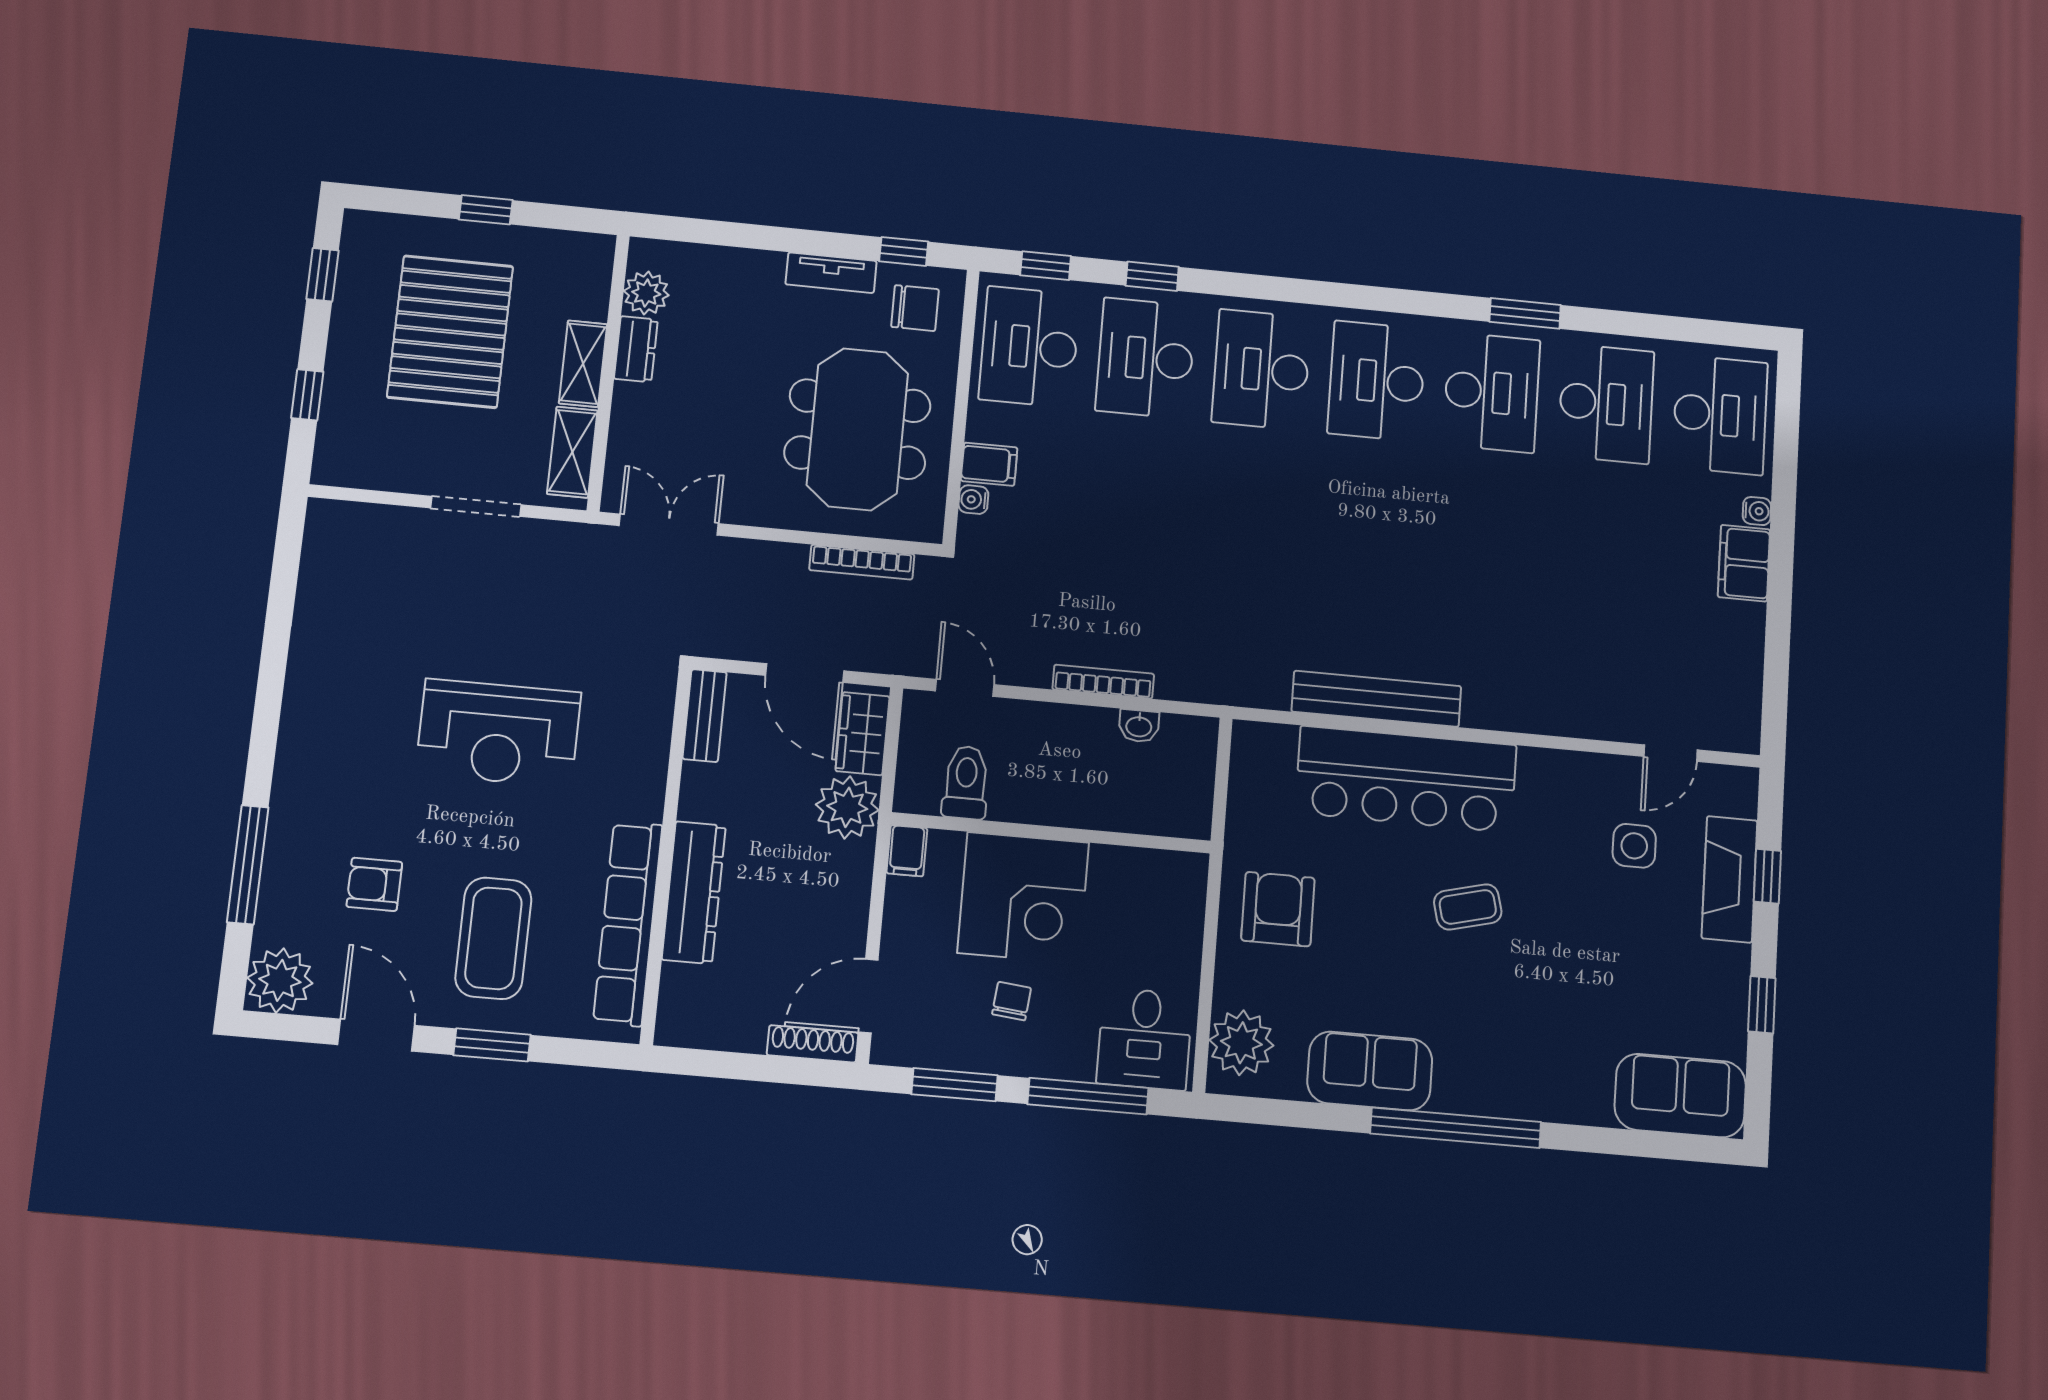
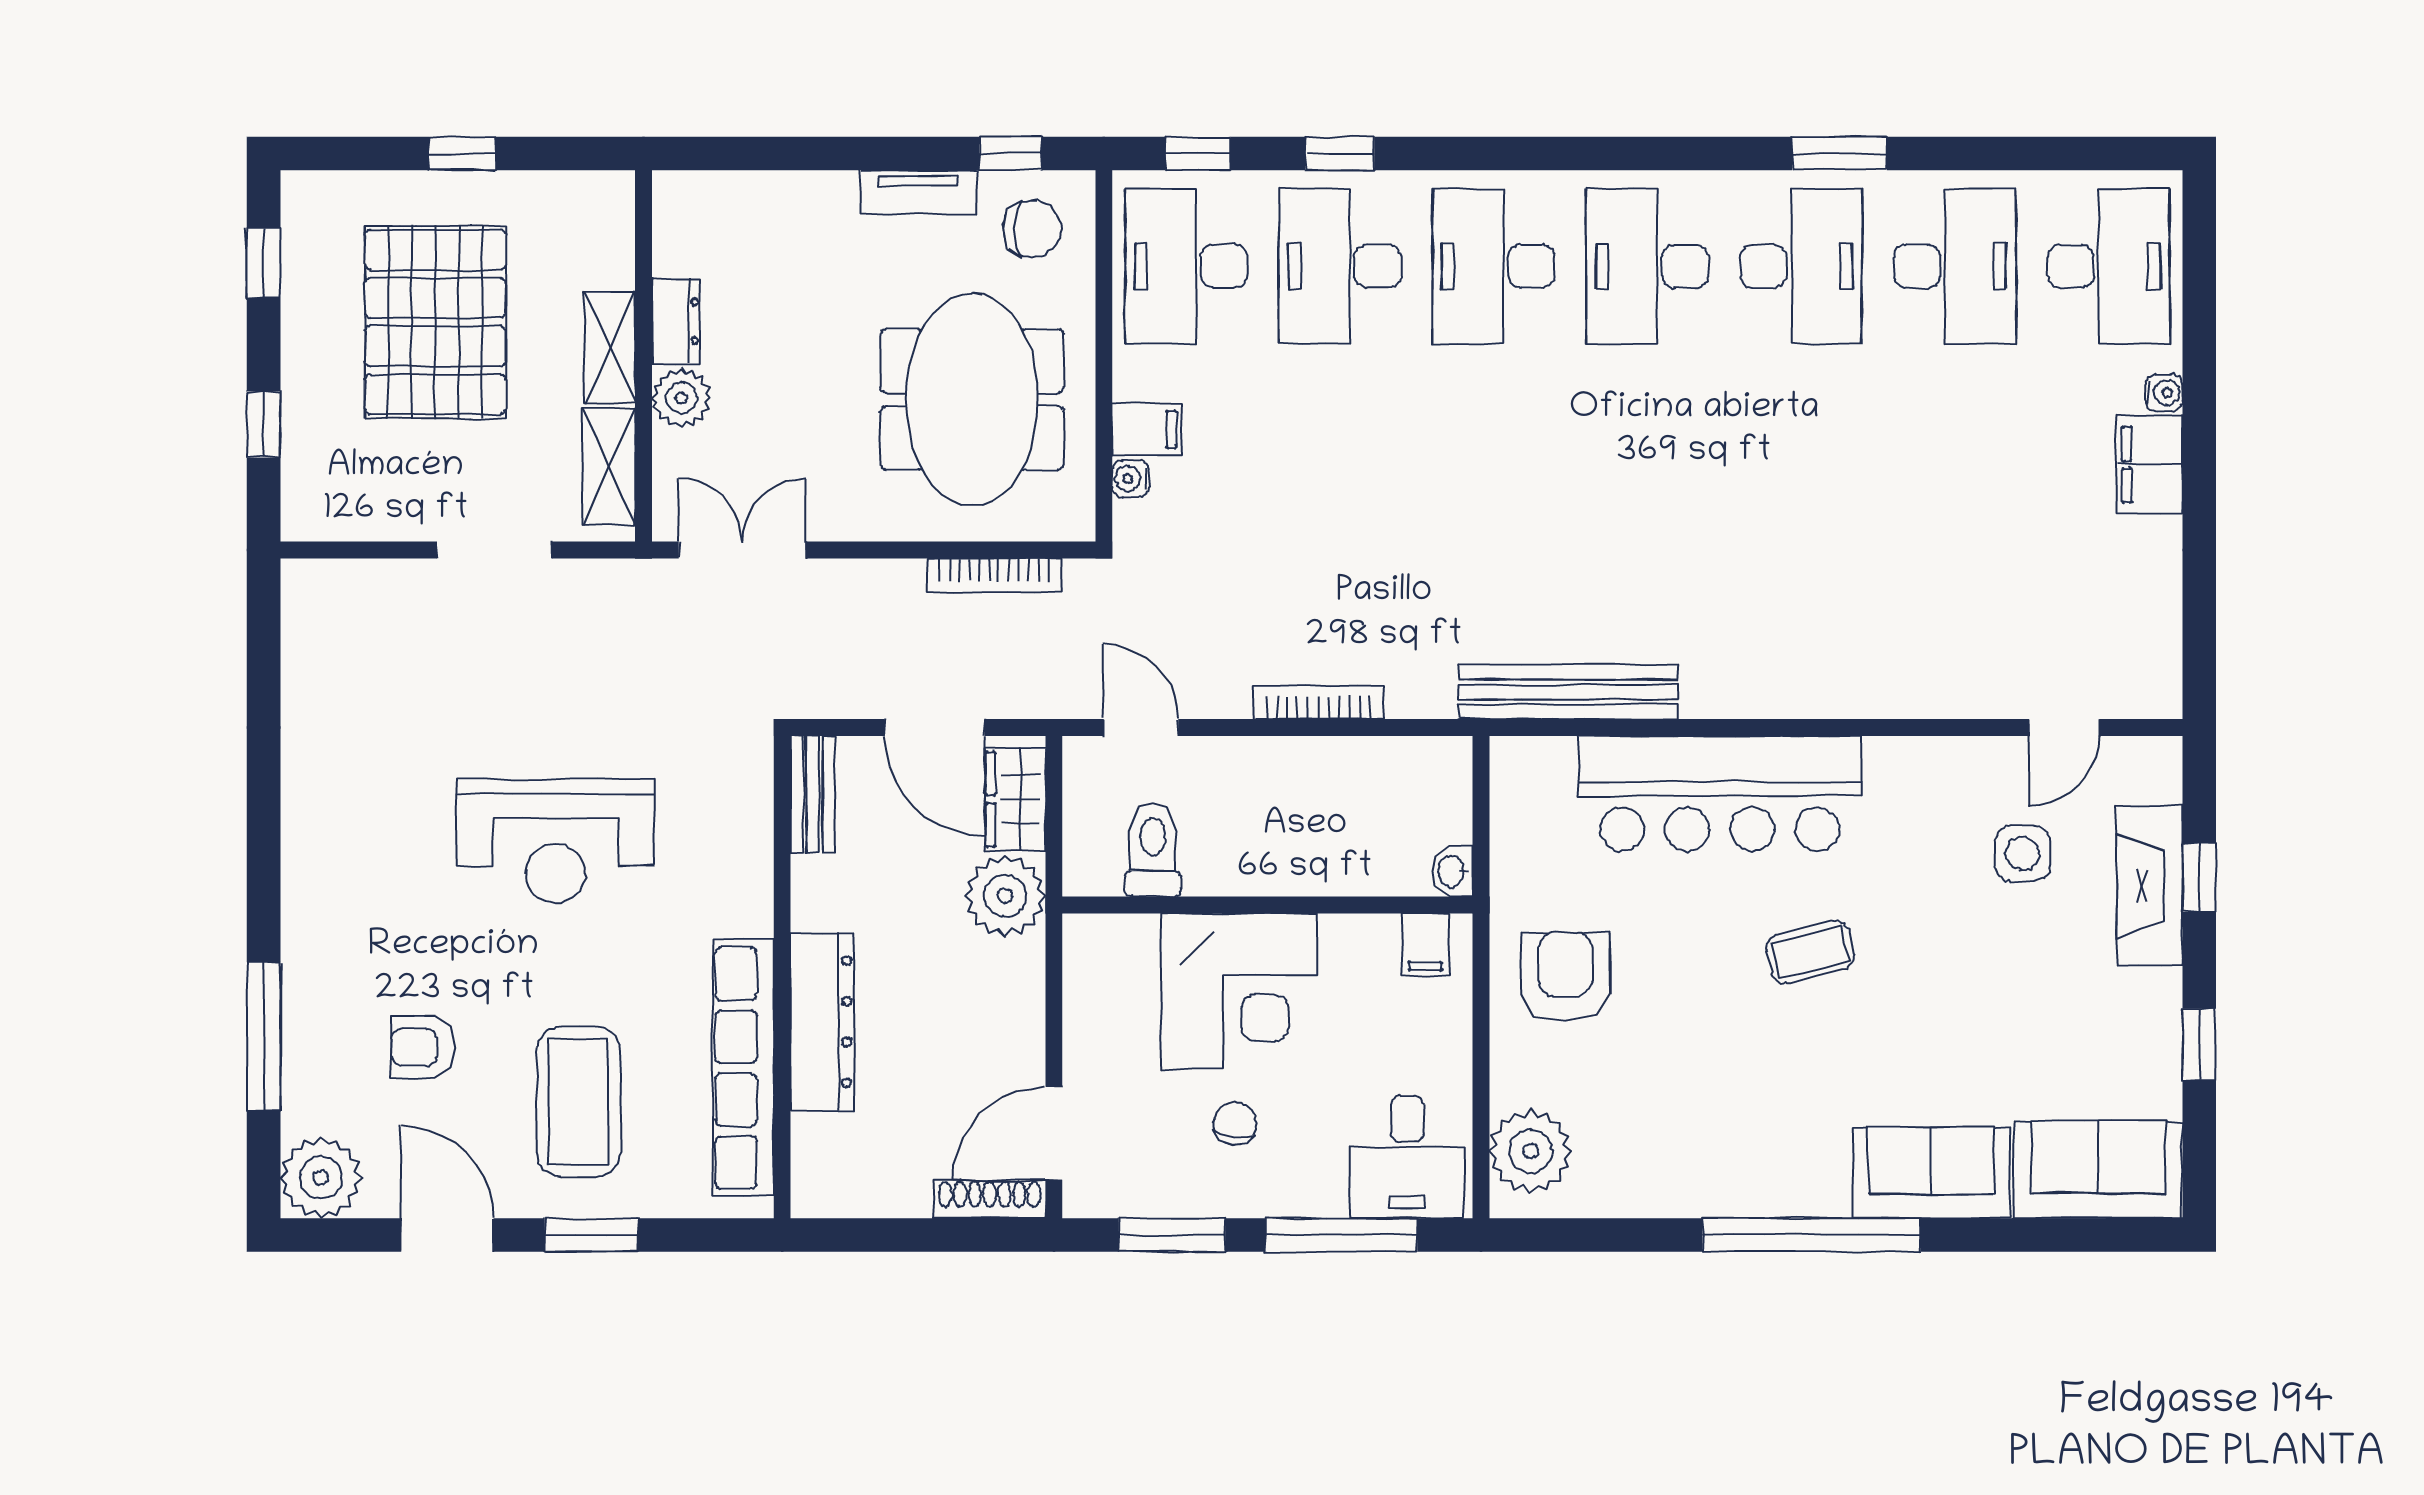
plant: (646, 293) -> (681, 398), moved
bench: (1376, 699) -> (1568, 692), moved
washbasin: (1139, 726) -> (1452, 871), moved, turned 90
filing cabinet: (907, 851) -> (1426, 945), moved
sofa: (1370, 1071) -> (1931, 1173), moved

